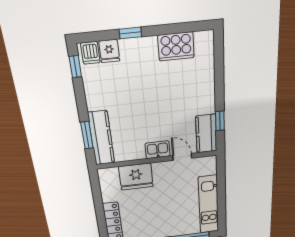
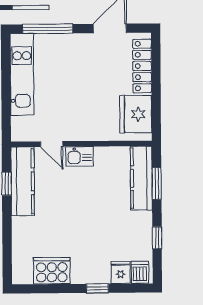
window: (75, 67) -> (157, 238), moved
kitchen counter: (206, 134) -> (23, 181), width x1.50
fridge: (136, 177) -> (136, 114), moved, turned -90

